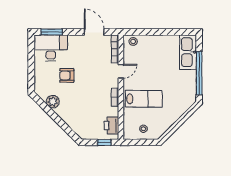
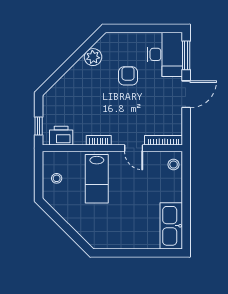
door: (94, 32) -> (186, 94), moved
kitchen sink: (188, 52) -> (171, 226), moved, turned -90
window: (199, 73) -> (131, 253), removed

